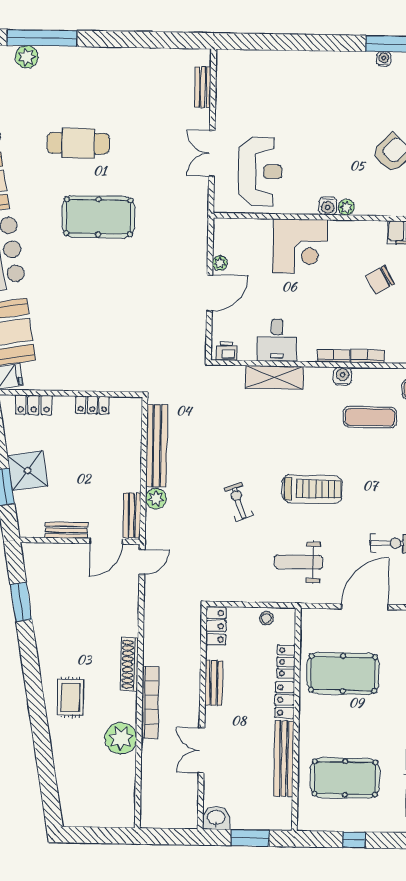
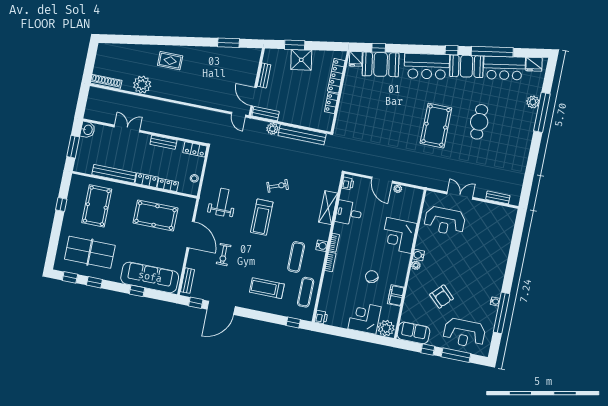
locker: (34, 405) -> (336, 76), width x1.53
exercise bike: (238, 502) -> (278, 186), moved
shoe rack: (130, 664) -> (106, 82), moved
pool table: (343, 673) -> (156, 216), turned 90
bookcase: (150, 702) -> (159, 105), removed

